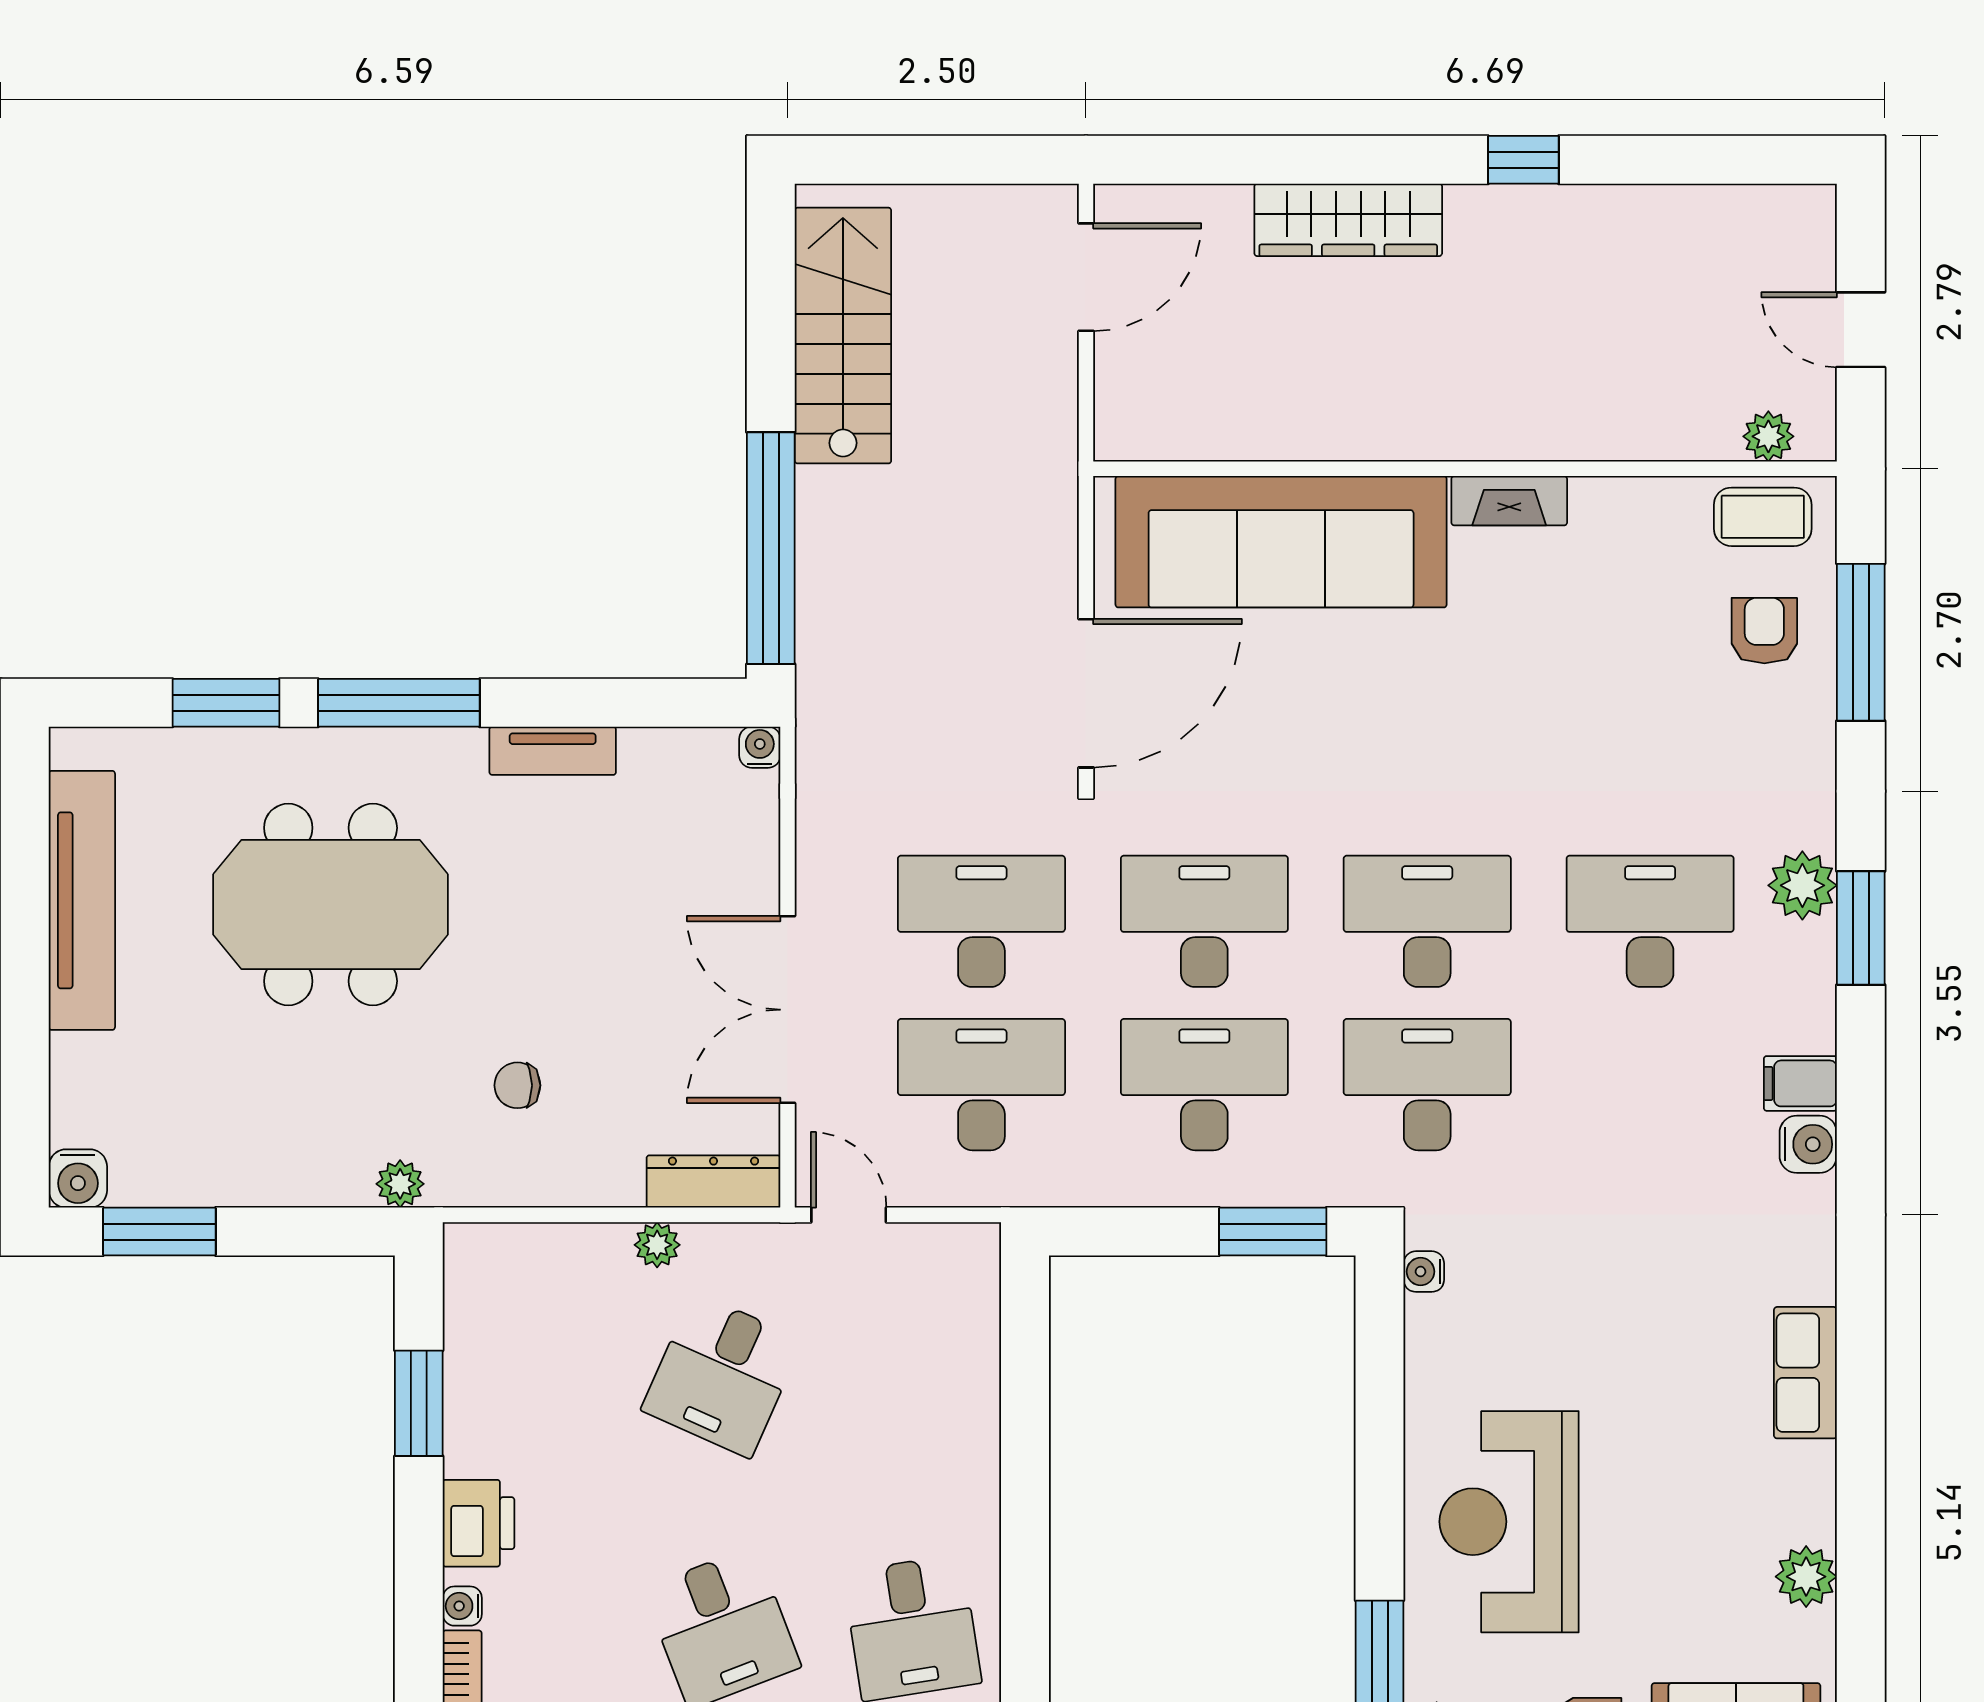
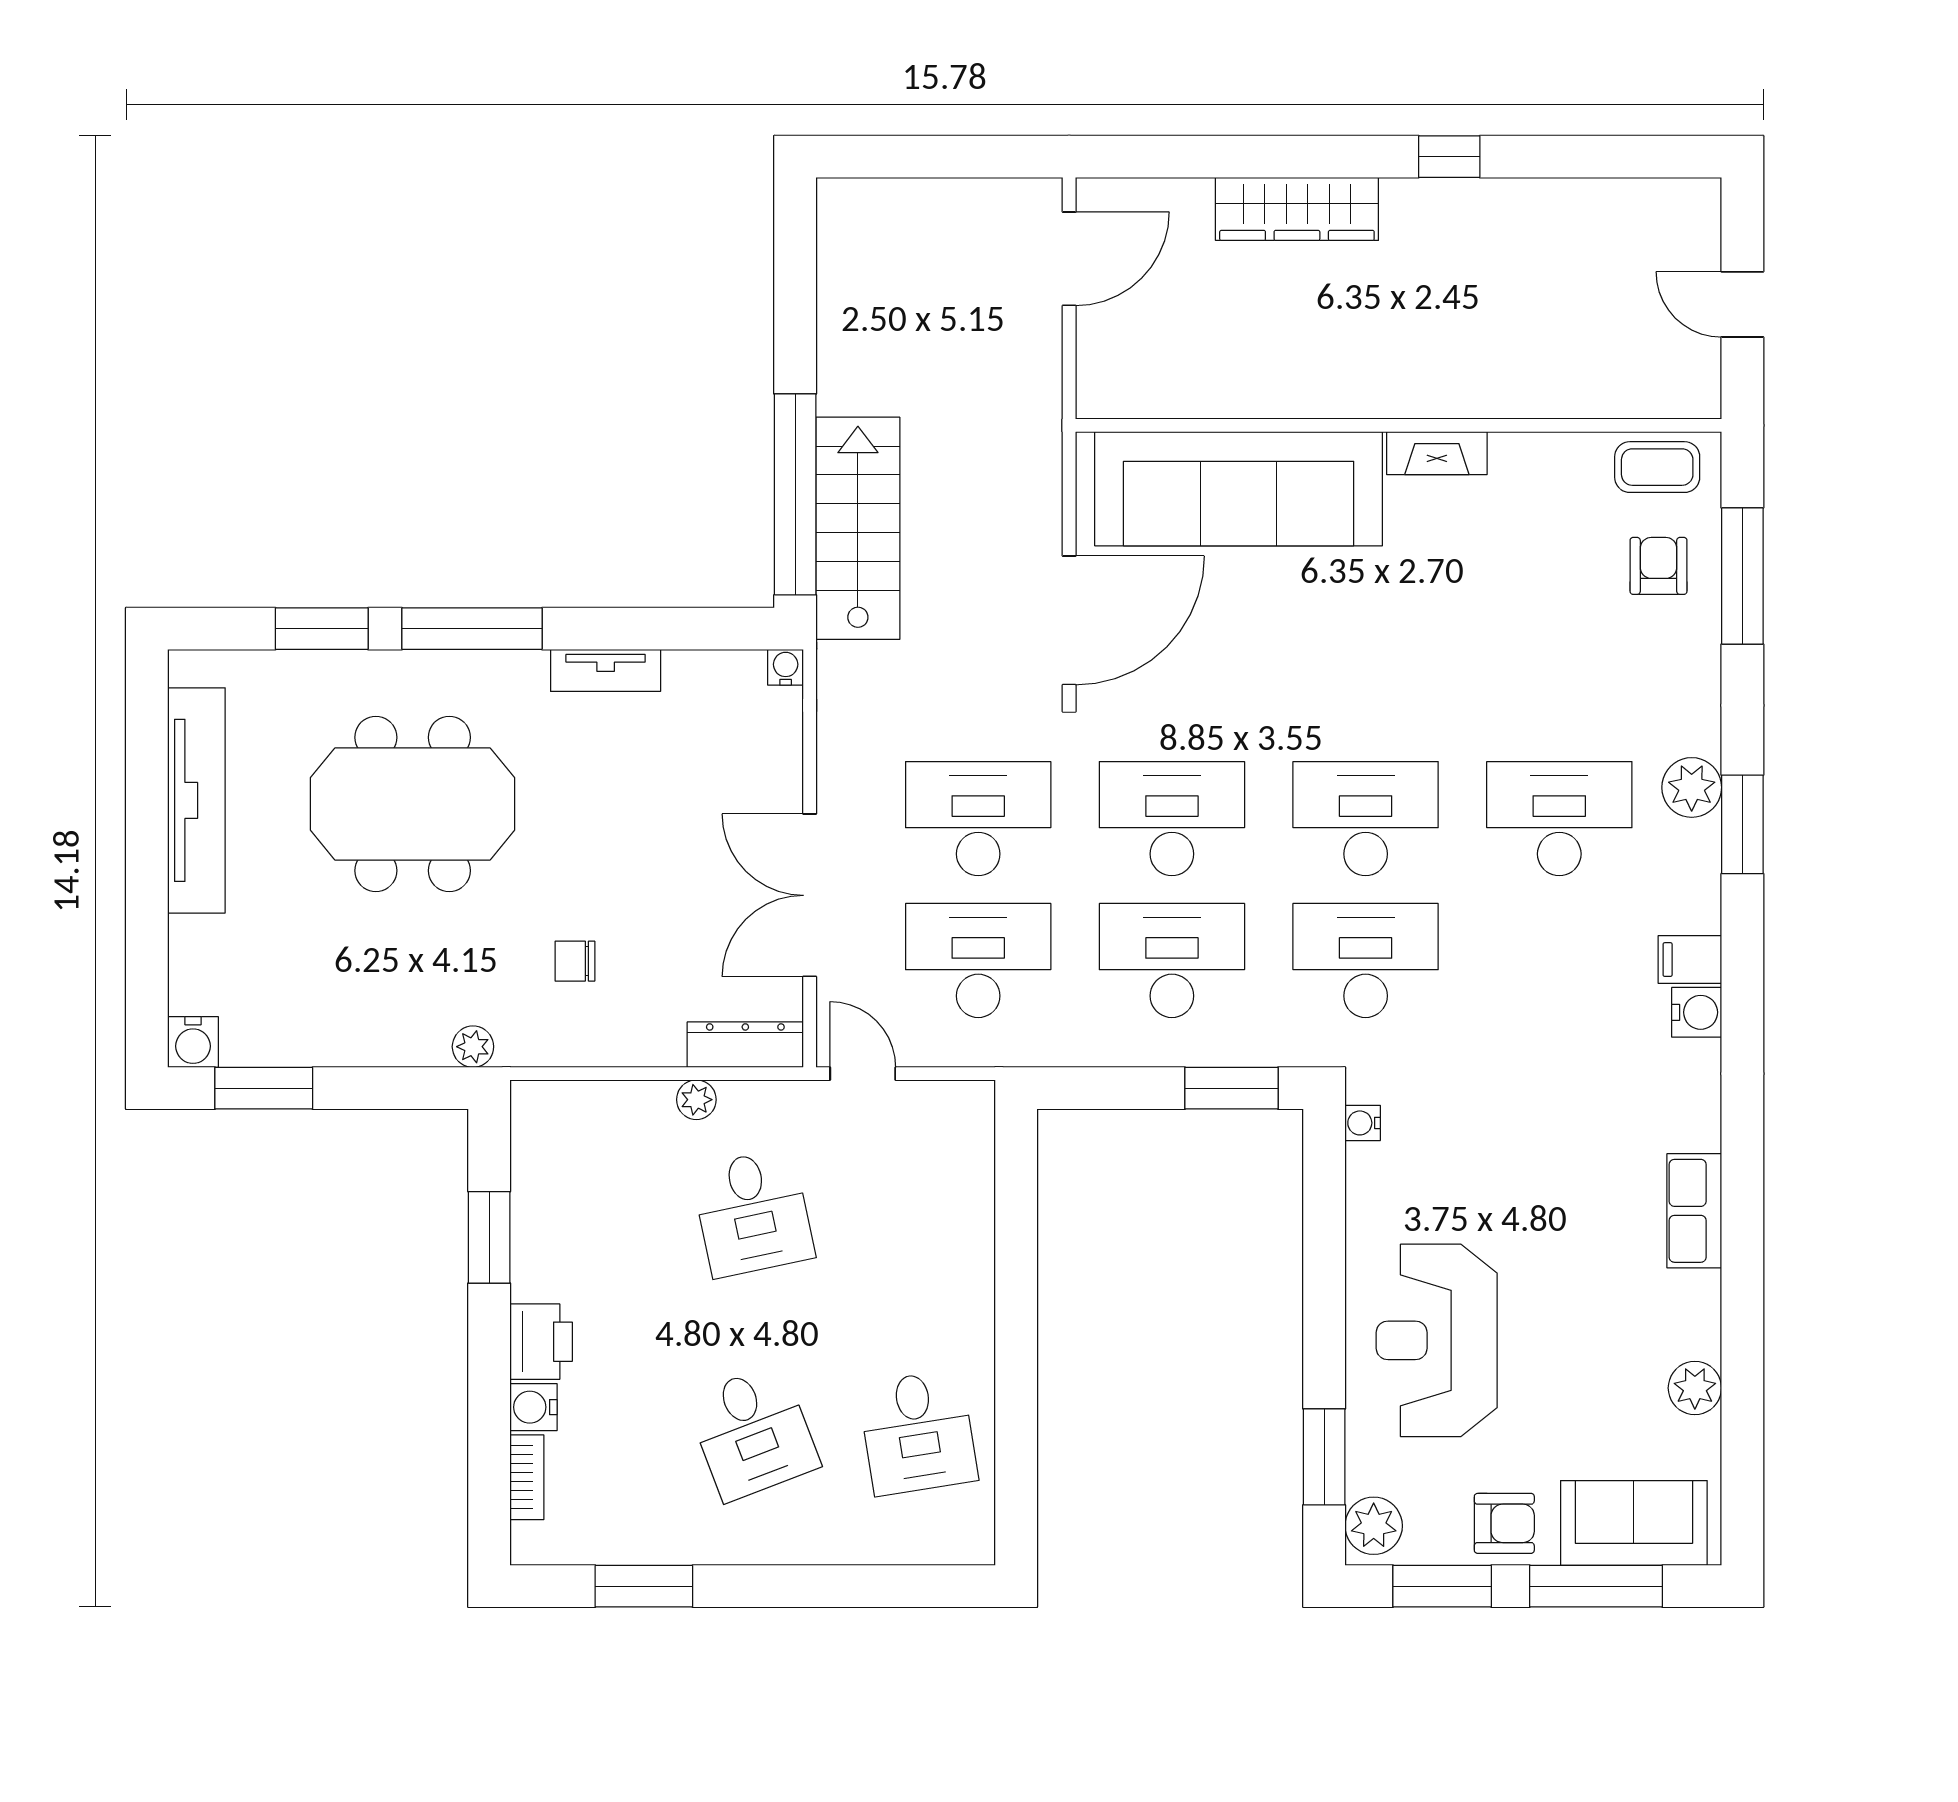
stairs: (843, 336) -> (858, 528), moved
plant: (1768, 436) -> (1662, 397), removed
desk: (722, 1375) -> (753, 1213), turned -36
water cooler: (462, 1606) -> (534, 1407), width x1.38, depth x1.38

